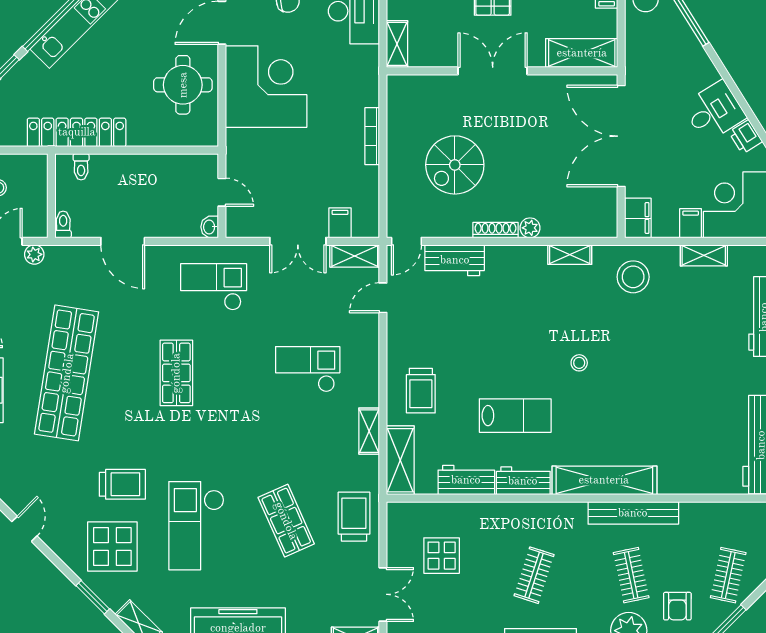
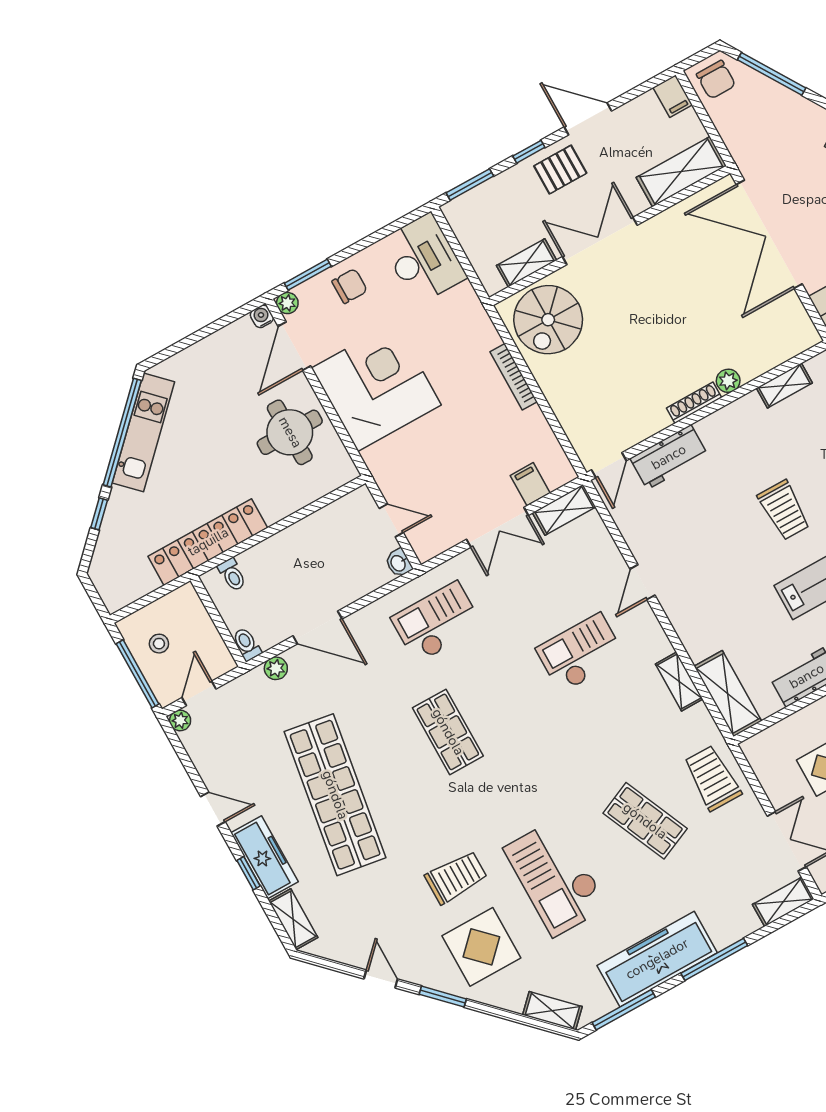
shelving: (397, 44) -> (527, 263), moved, turned 90
spiral stairs: (455, 165) -> (548, 320), moved
plant: (34, 254) -> (276, 668), moved
door: (383, 298) -> (642, 582), moved
trolley: (421, 391) -> (784, 510), moved
window: (93, 597) -> (443, 997), moved

